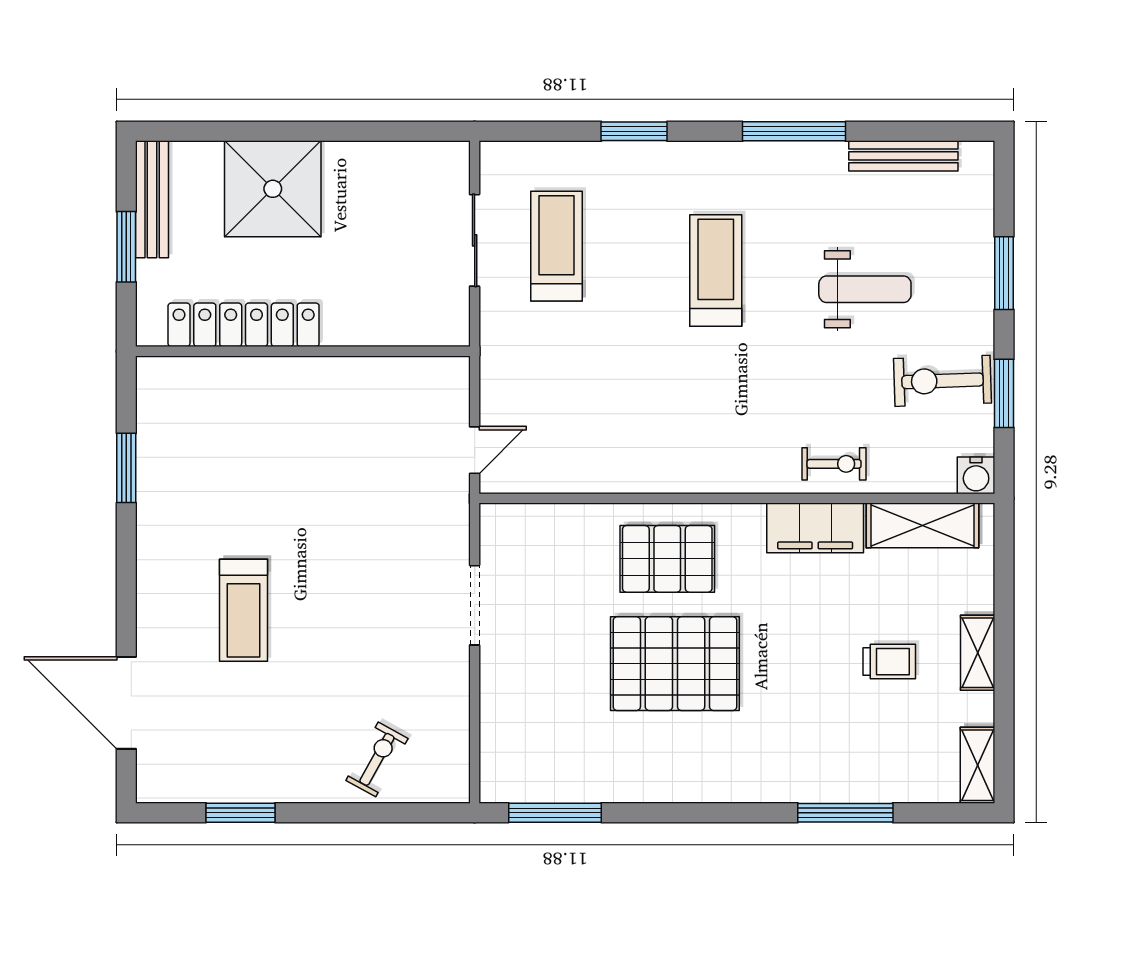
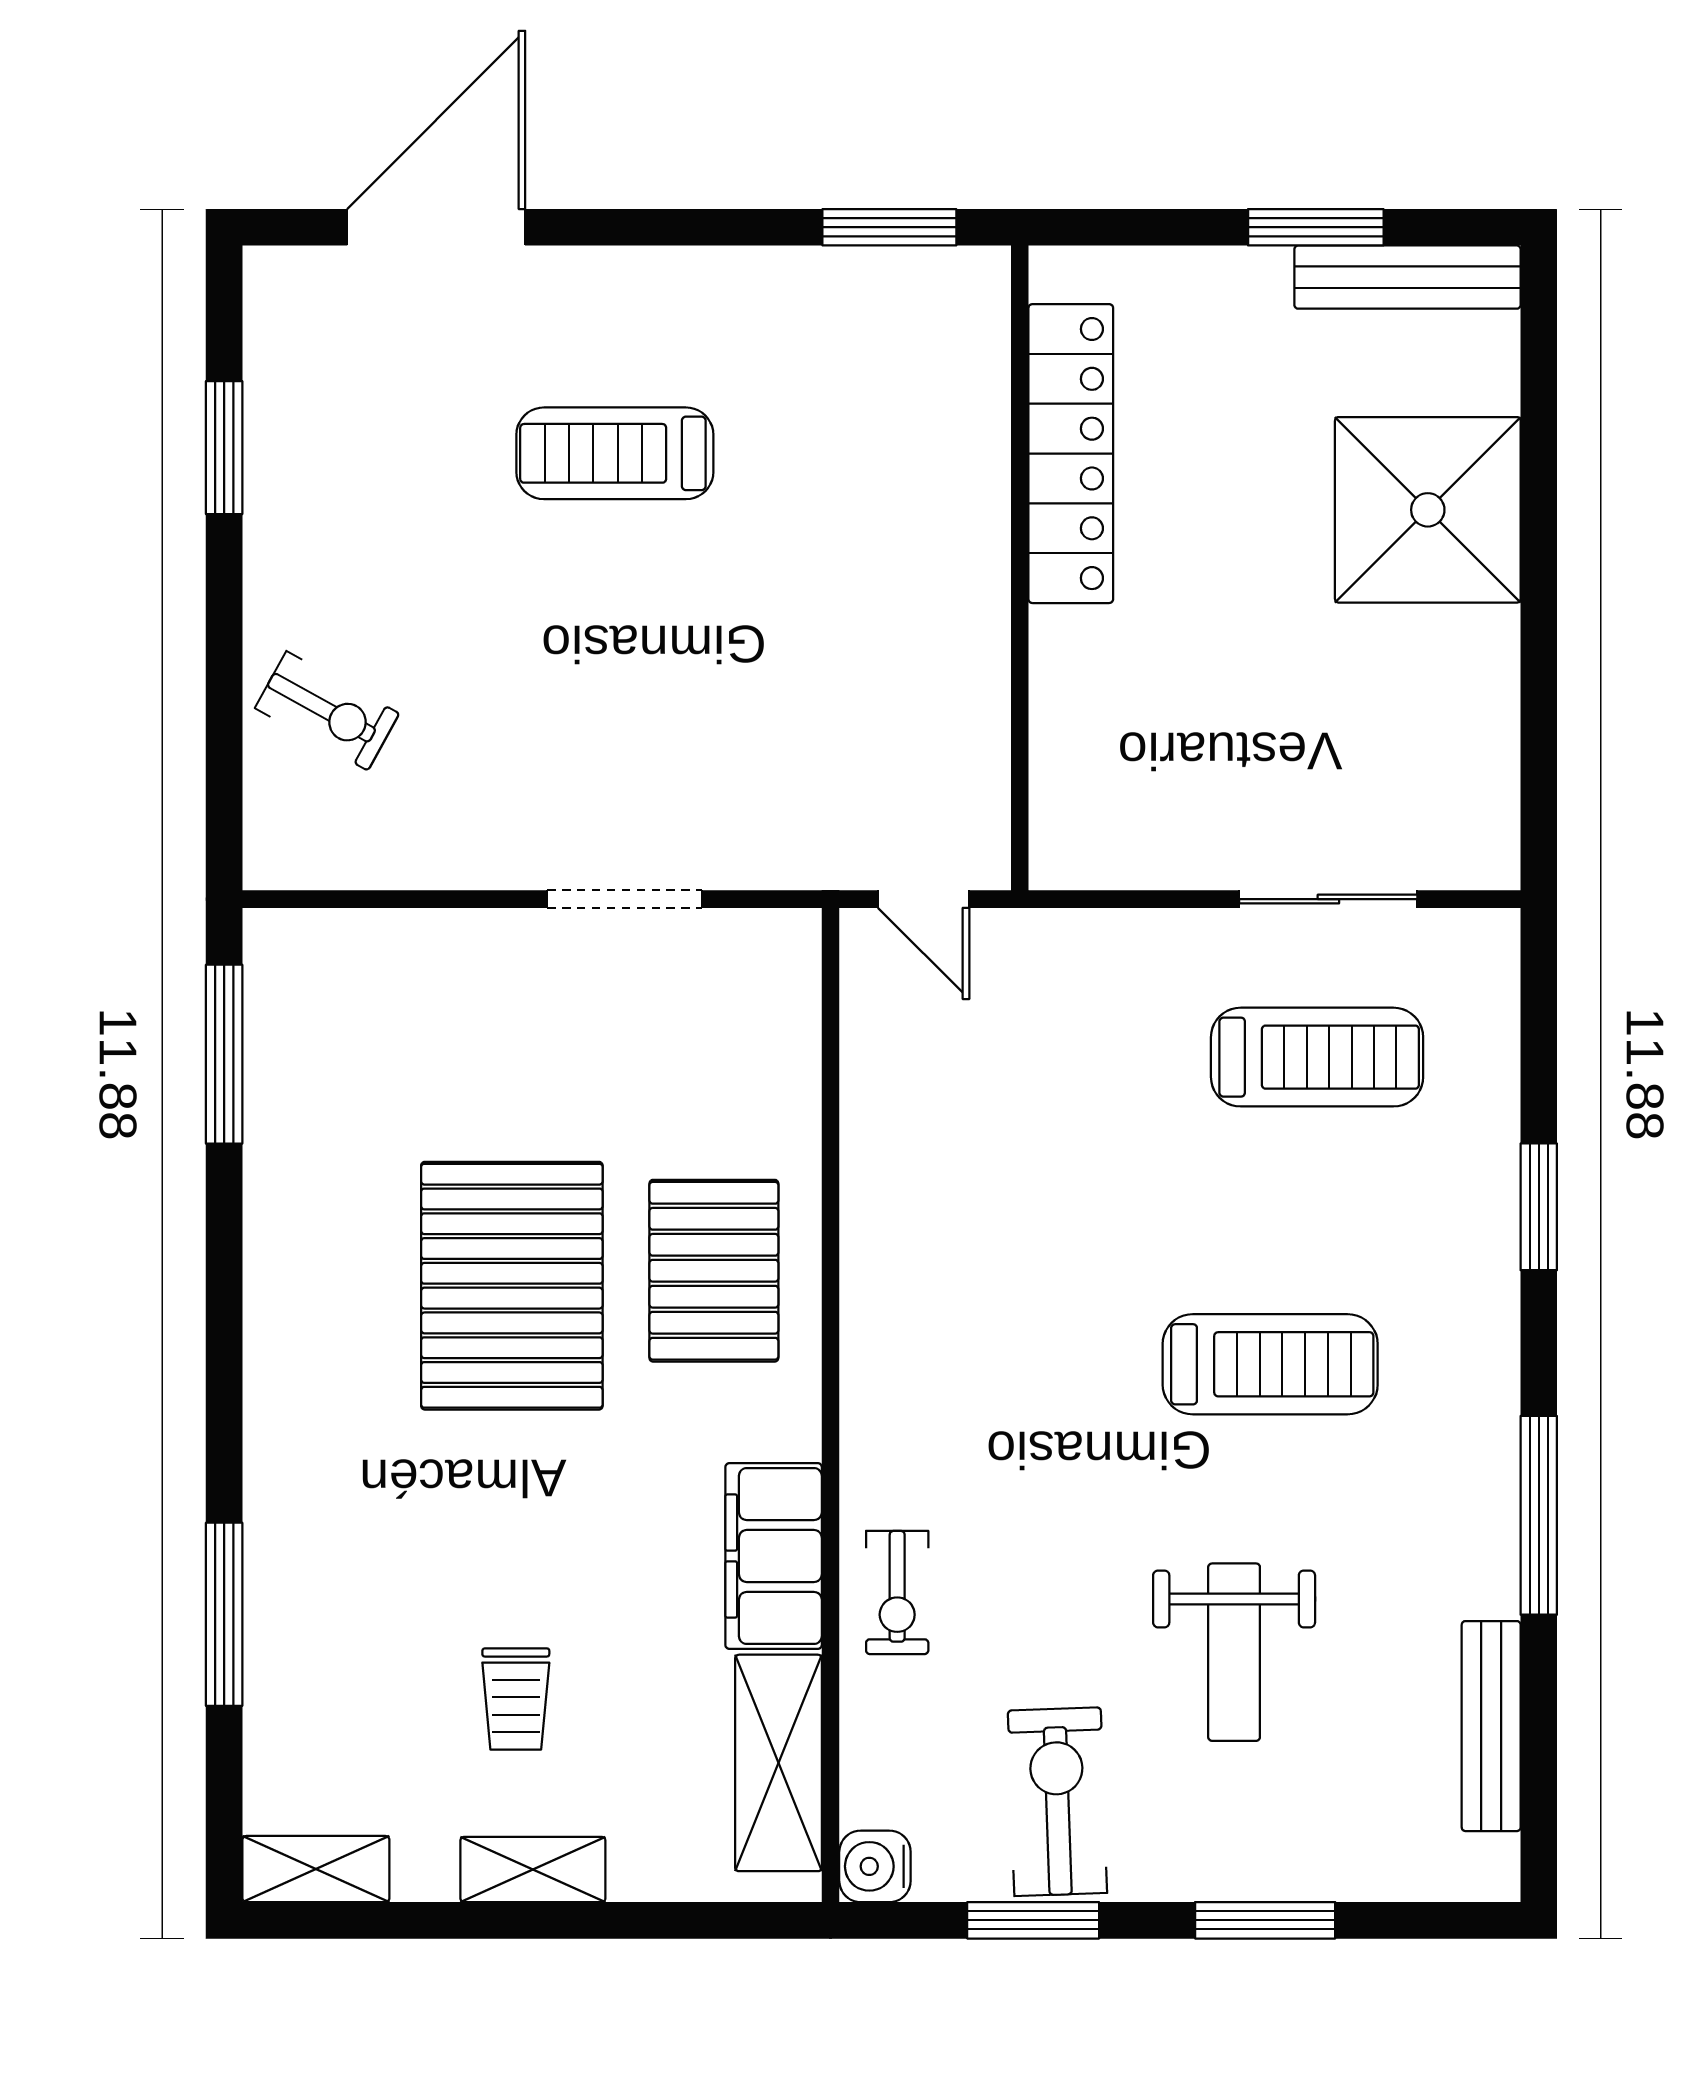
locker: (244, 325) -> (1071, 454), moved
wall: (303, 351) -> (1020, 568), moved

